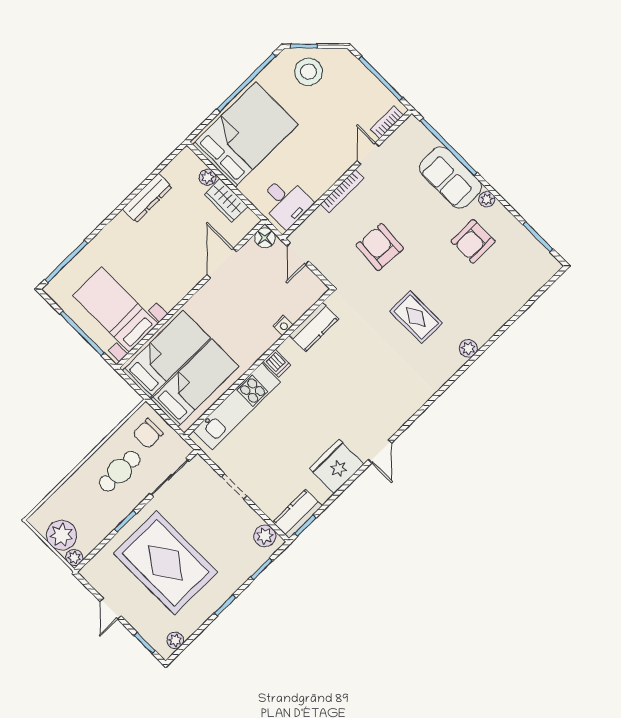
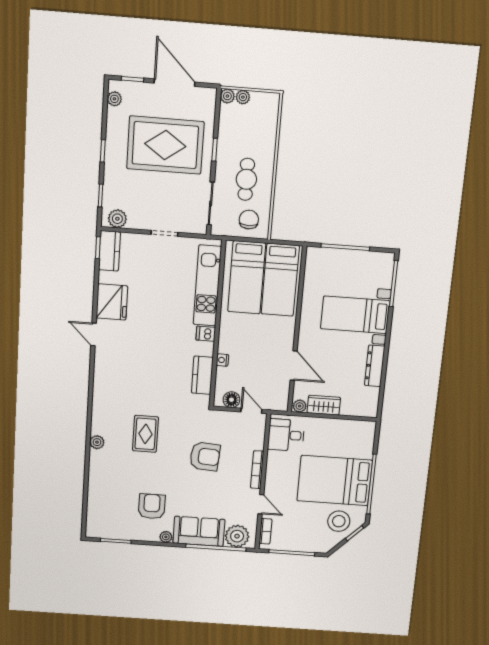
bed: (245, 134) -> (335, 481), moved, turned 90
plant: (418, 141) -> (237, 536), added
plant: (208, 177) -> (300, 406), moved
floor lamp: (265, 238) -> (231, 400), moved
bed with nightstands: (115, 309) -> (355, 315), moved, turned 180
rug: (416, 317) -> (145, 434), turned 90
plant: (62, 535) -> (243, 97), width x0.53, depth x0.53
door: (111, 609) -> (175, 83), width x1.88

